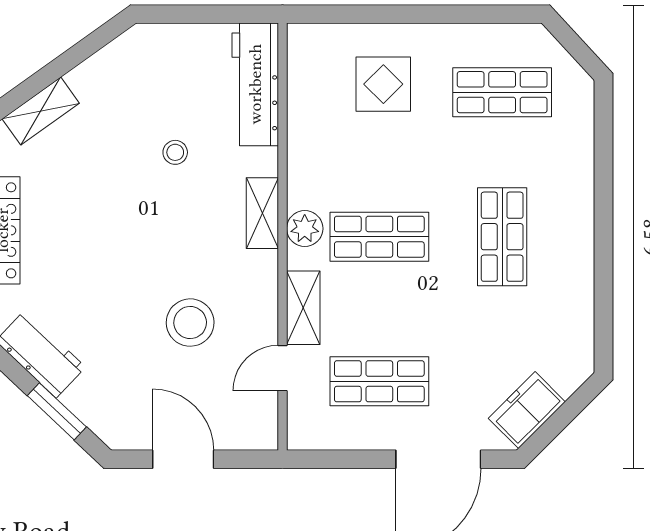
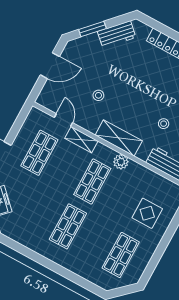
shelving: (262, 213) -> (119, 138), width x1.50, depth x1.33
plant: (305, 229) -> (121, 162), moved
shop shelf: (502, 237) -> (68, 226), turned 90
stool: (190, 323) -> (98, 95), width x0.53, depth x0.53

